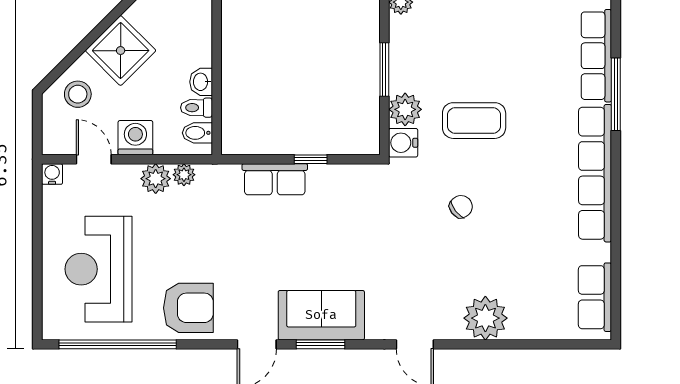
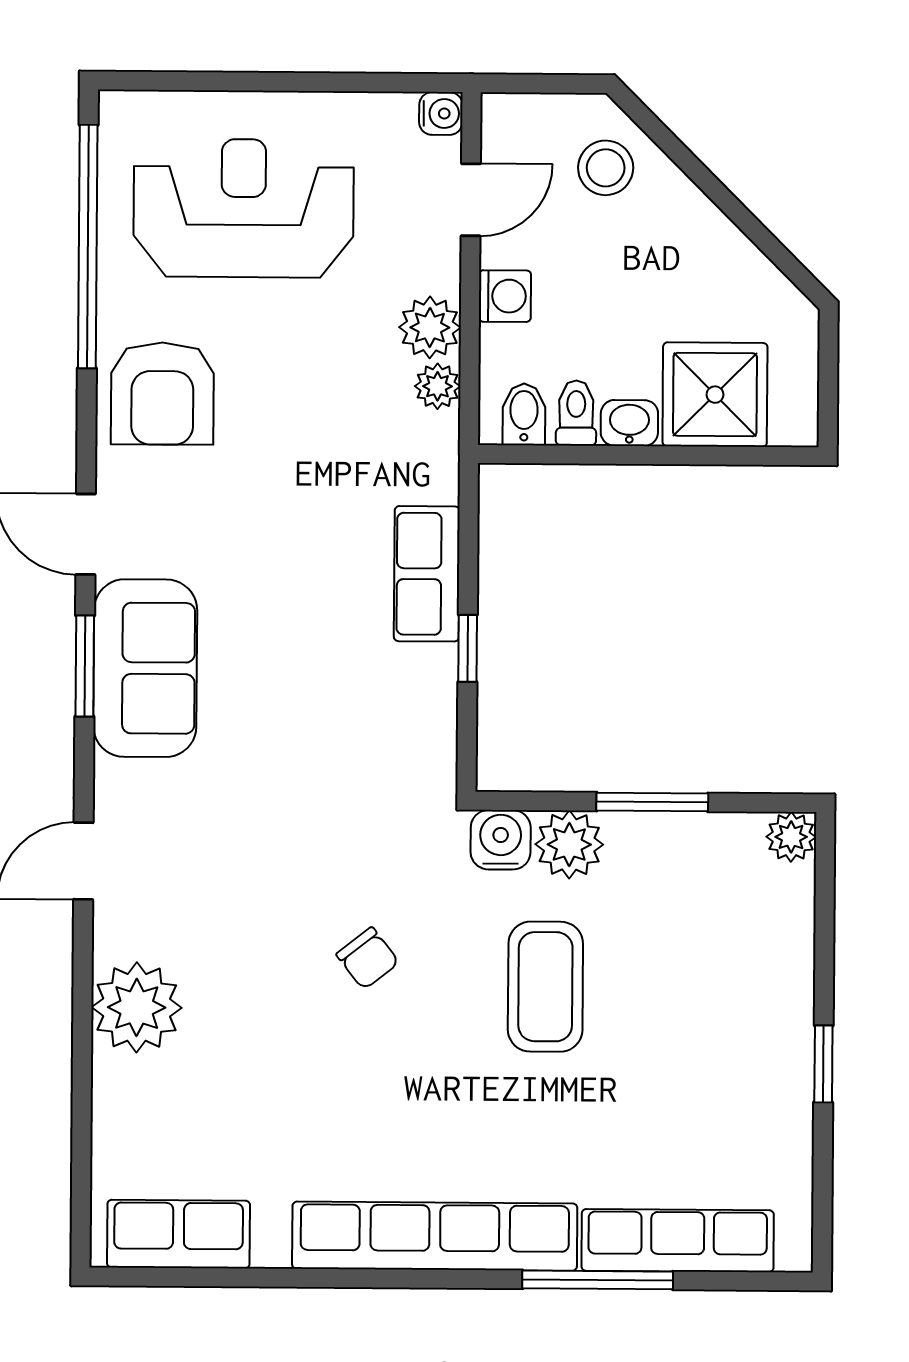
shower: (121, 51) -> (715, 395), moved, turned 45
washing machine: (135, 138) -> (505, 296), width x0.73, depth x0.73

